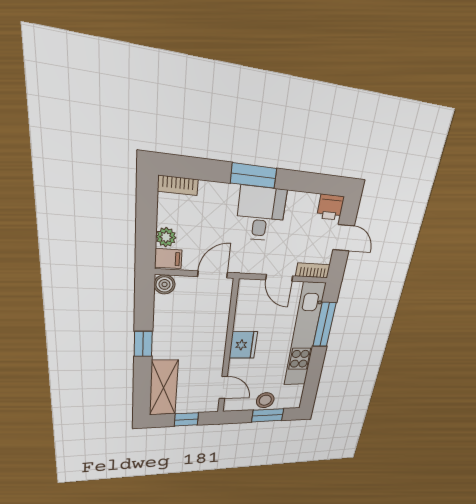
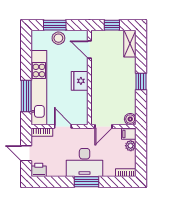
desk: (261, 214) -> (85, 163), width x1.37
shelving: (164, 388) -> (130, 44), width x0.67, depth x0.75

